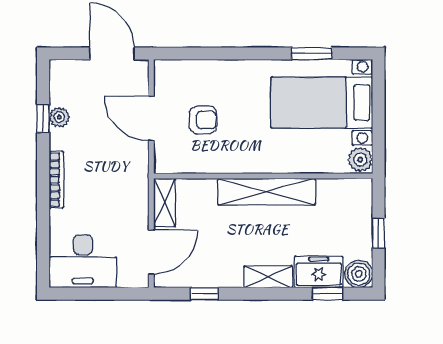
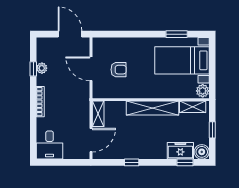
desk: (83, 261) -> (50, 145), width x0.73
shelving: (268, 277) -> (193, 107), moved
window: (204, 294) -> (132, 162), moved

